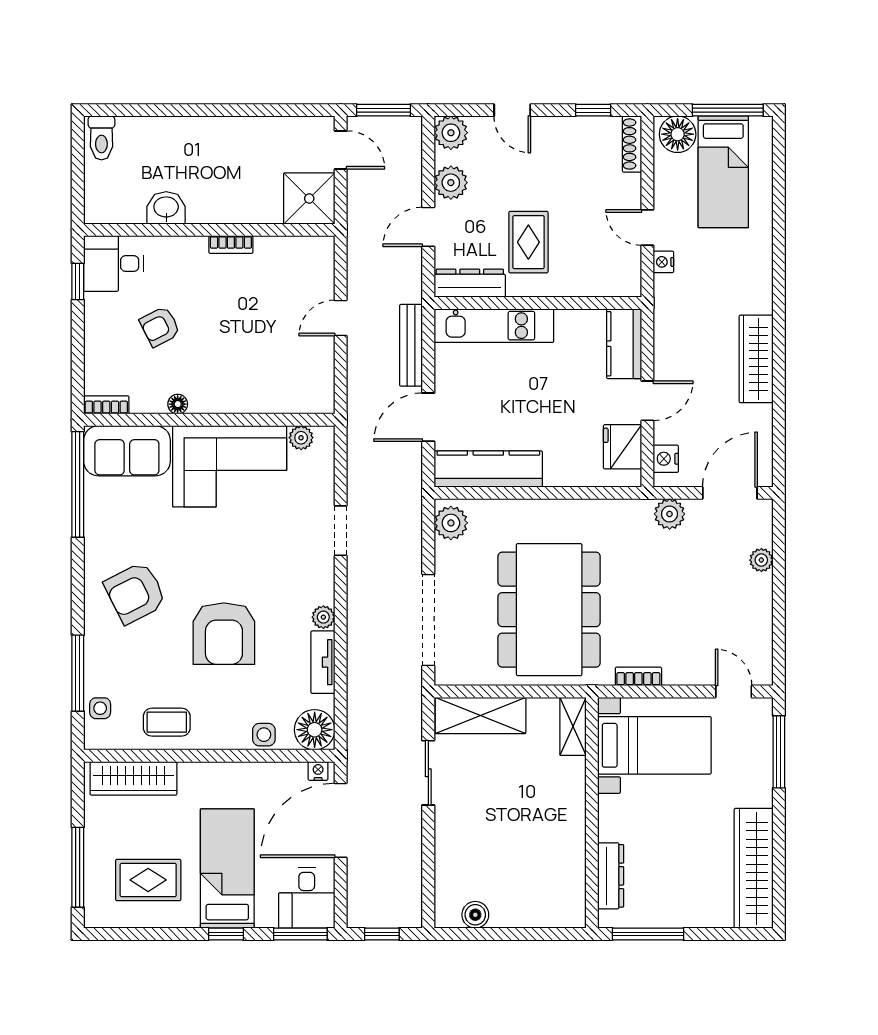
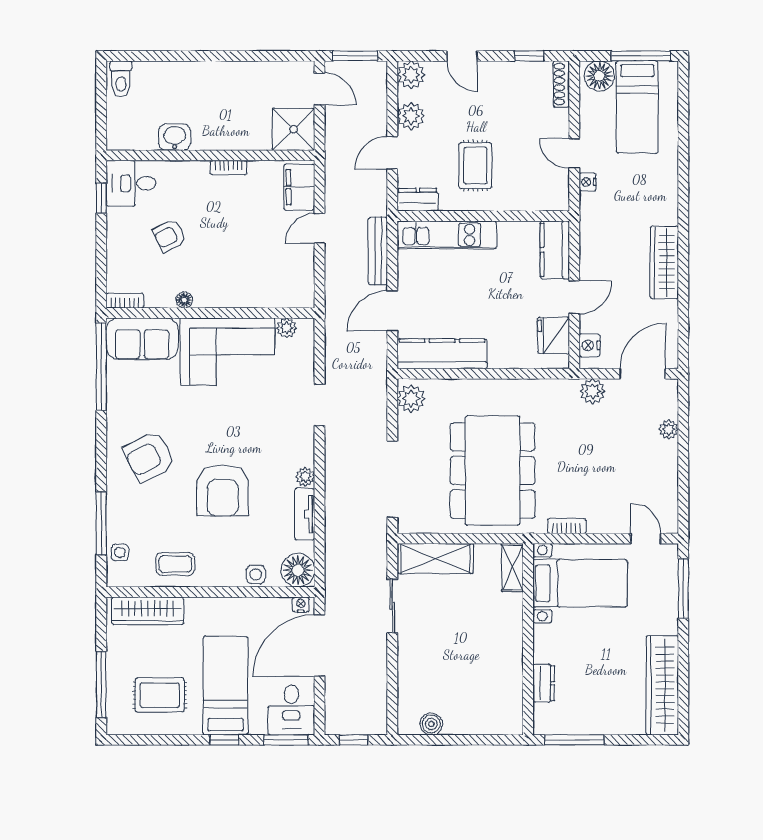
filing cabinet: (316, 268) -> (299, 187), added
dresser: (470, 283) -> (418, 200), width x0.70
dresser: (611, 876) -> (544, 683), width x0.70

